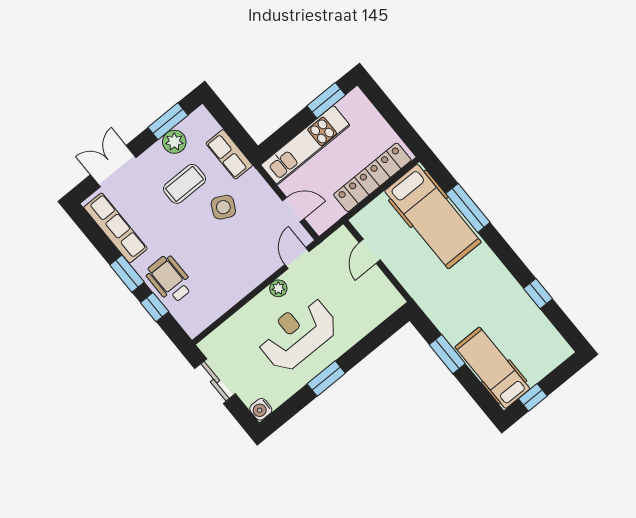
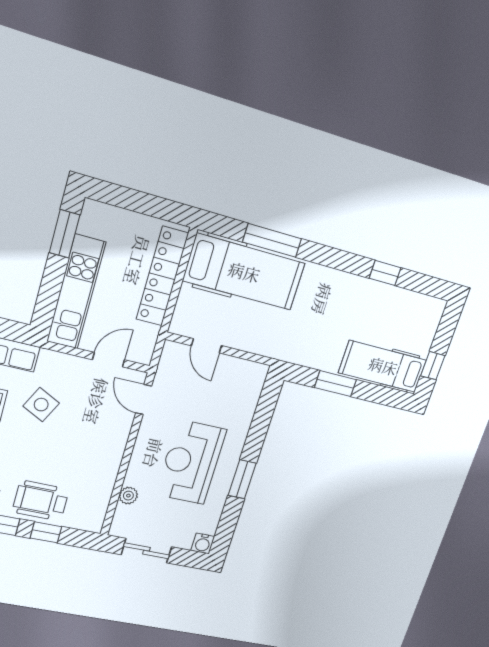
plant: (278, 288) -> (128, 496), moved

